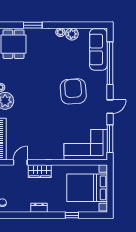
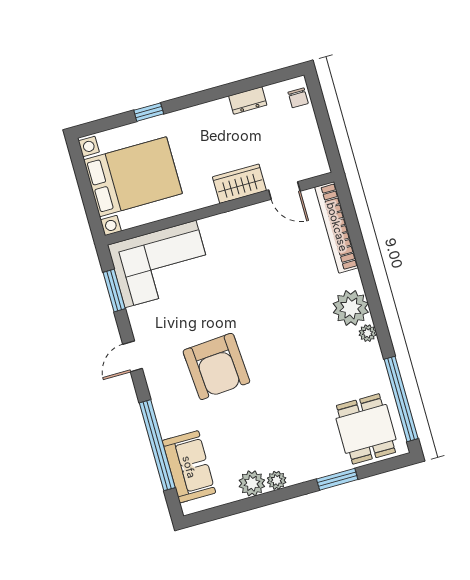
sofa: (98, 49) -> (189, 467), width x0.73
window: (110, 139) -> (114, 290), width x0.69
door: (20, 162) -> (284, 191), hinge flipped
dresser: (39, 208) -> (248, 100), moved

